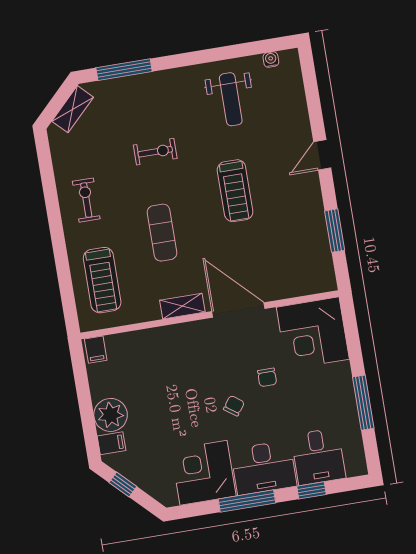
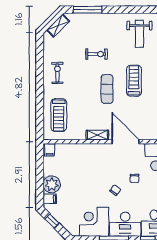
treadmill: (235, 191) -> (134, 81), turned 180
exercise mat: (162, 233) -> (107, 89), moved

